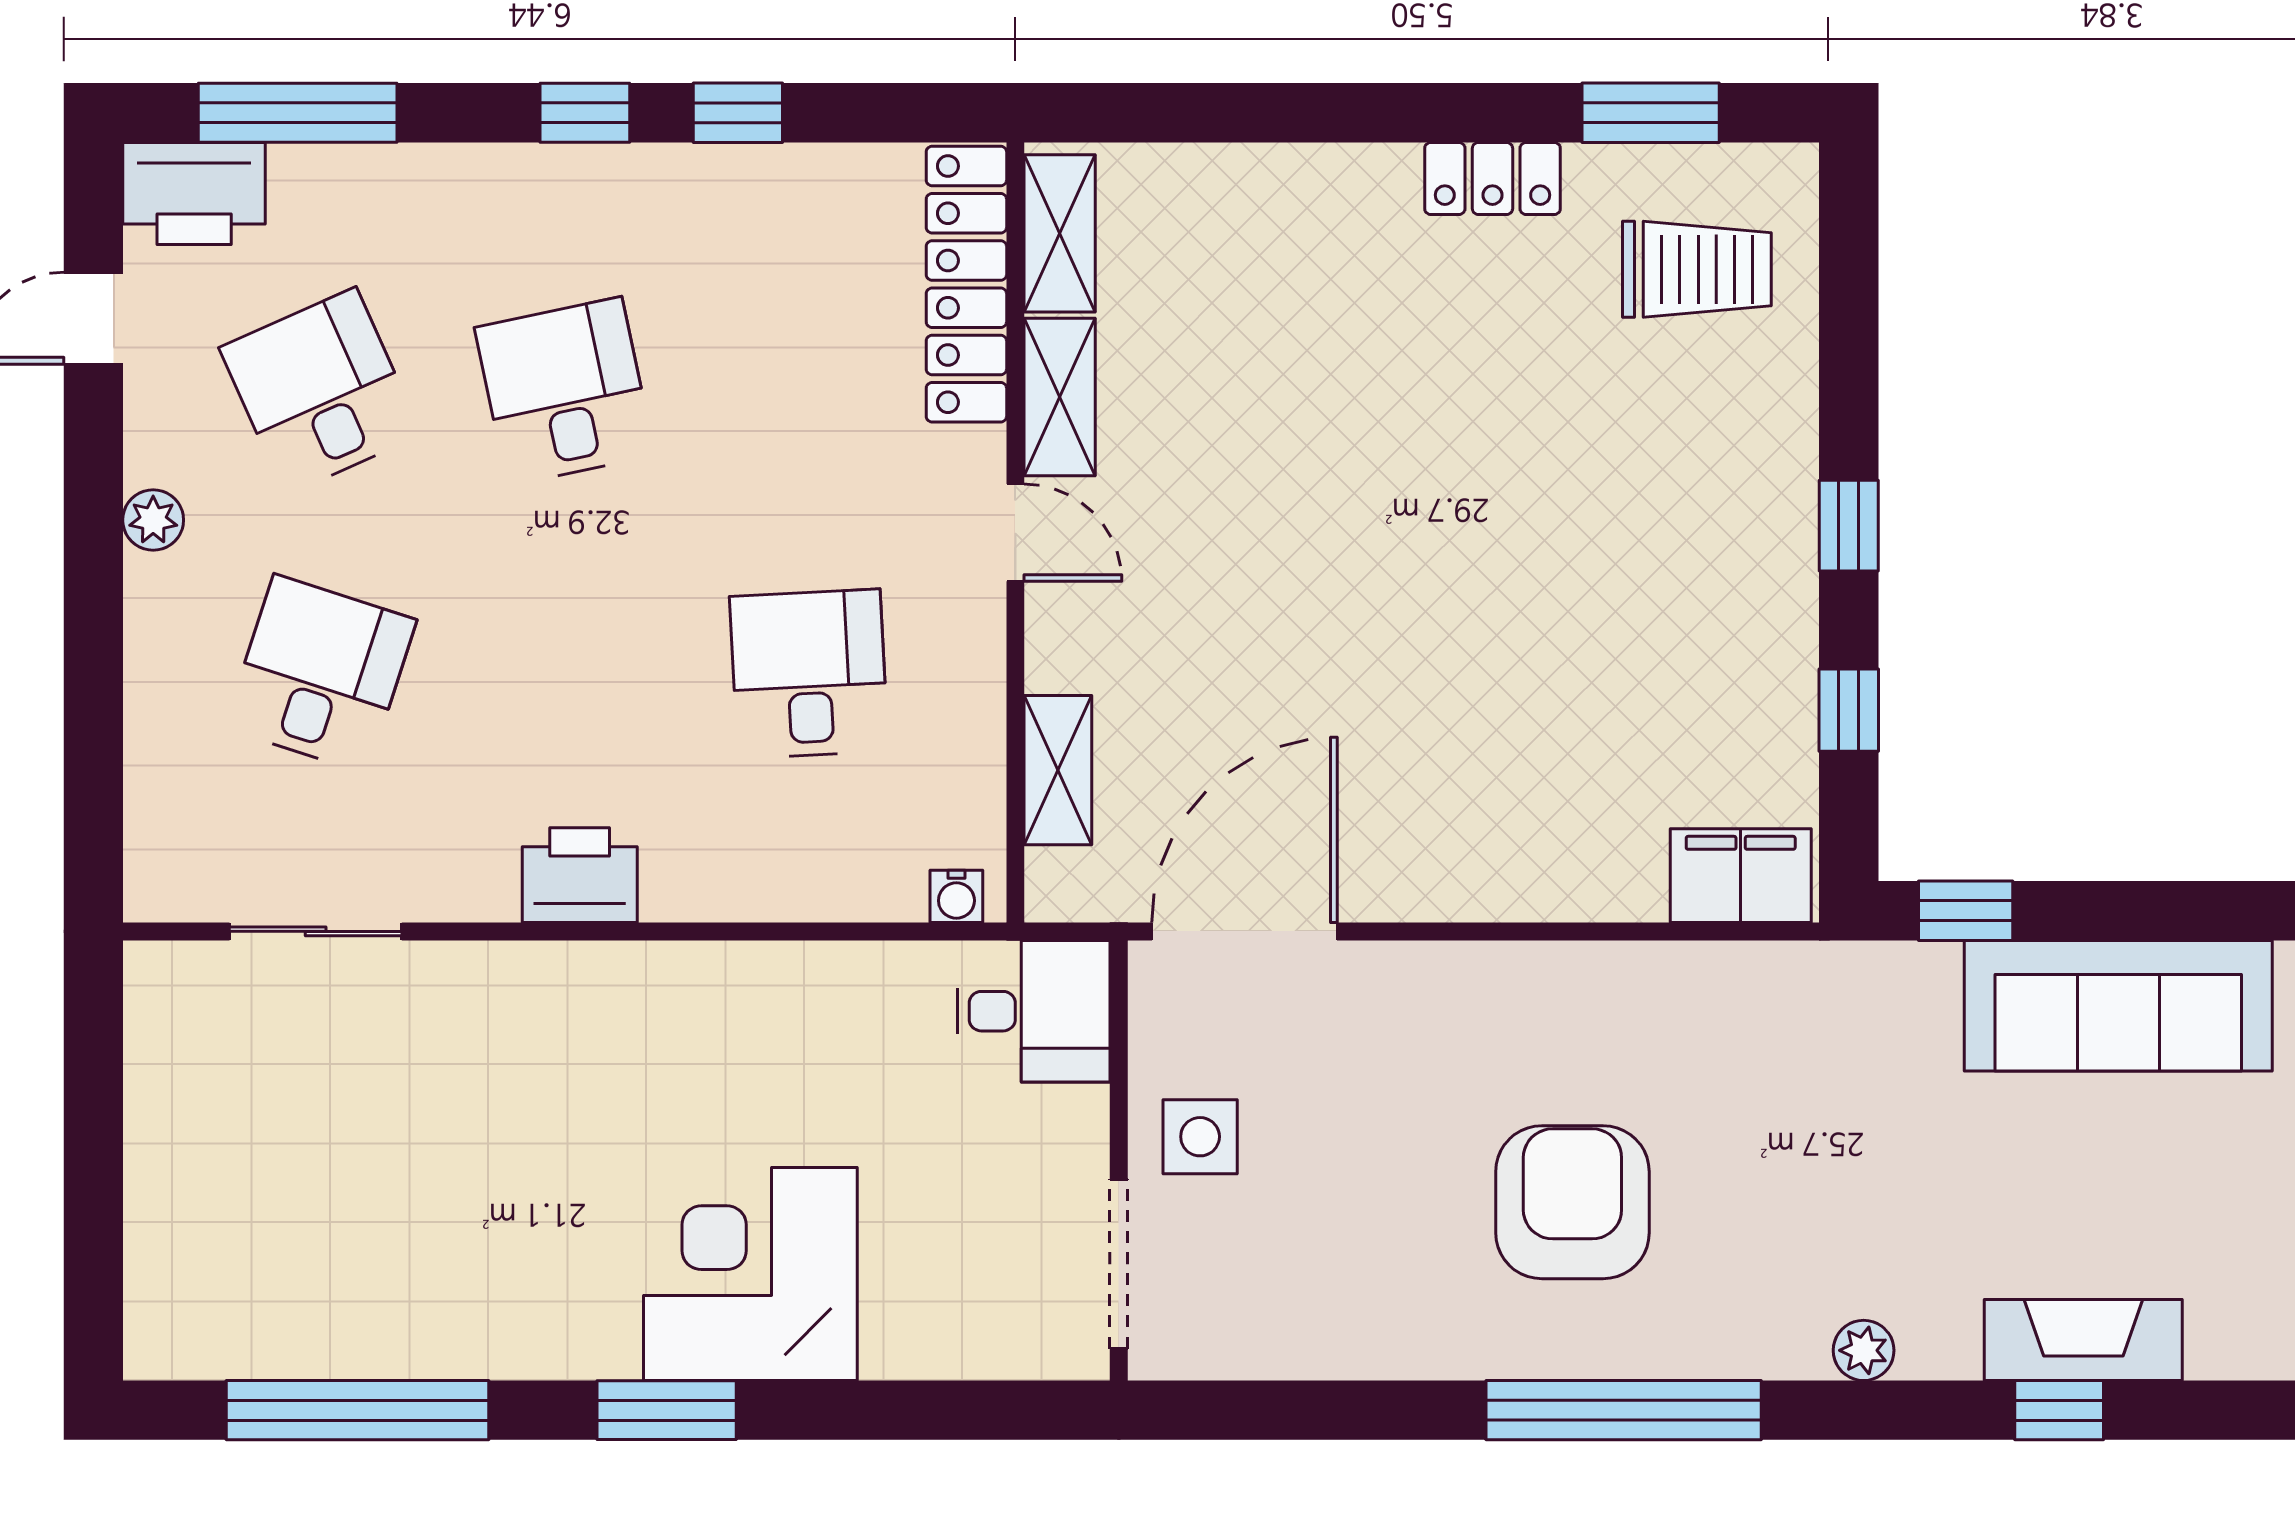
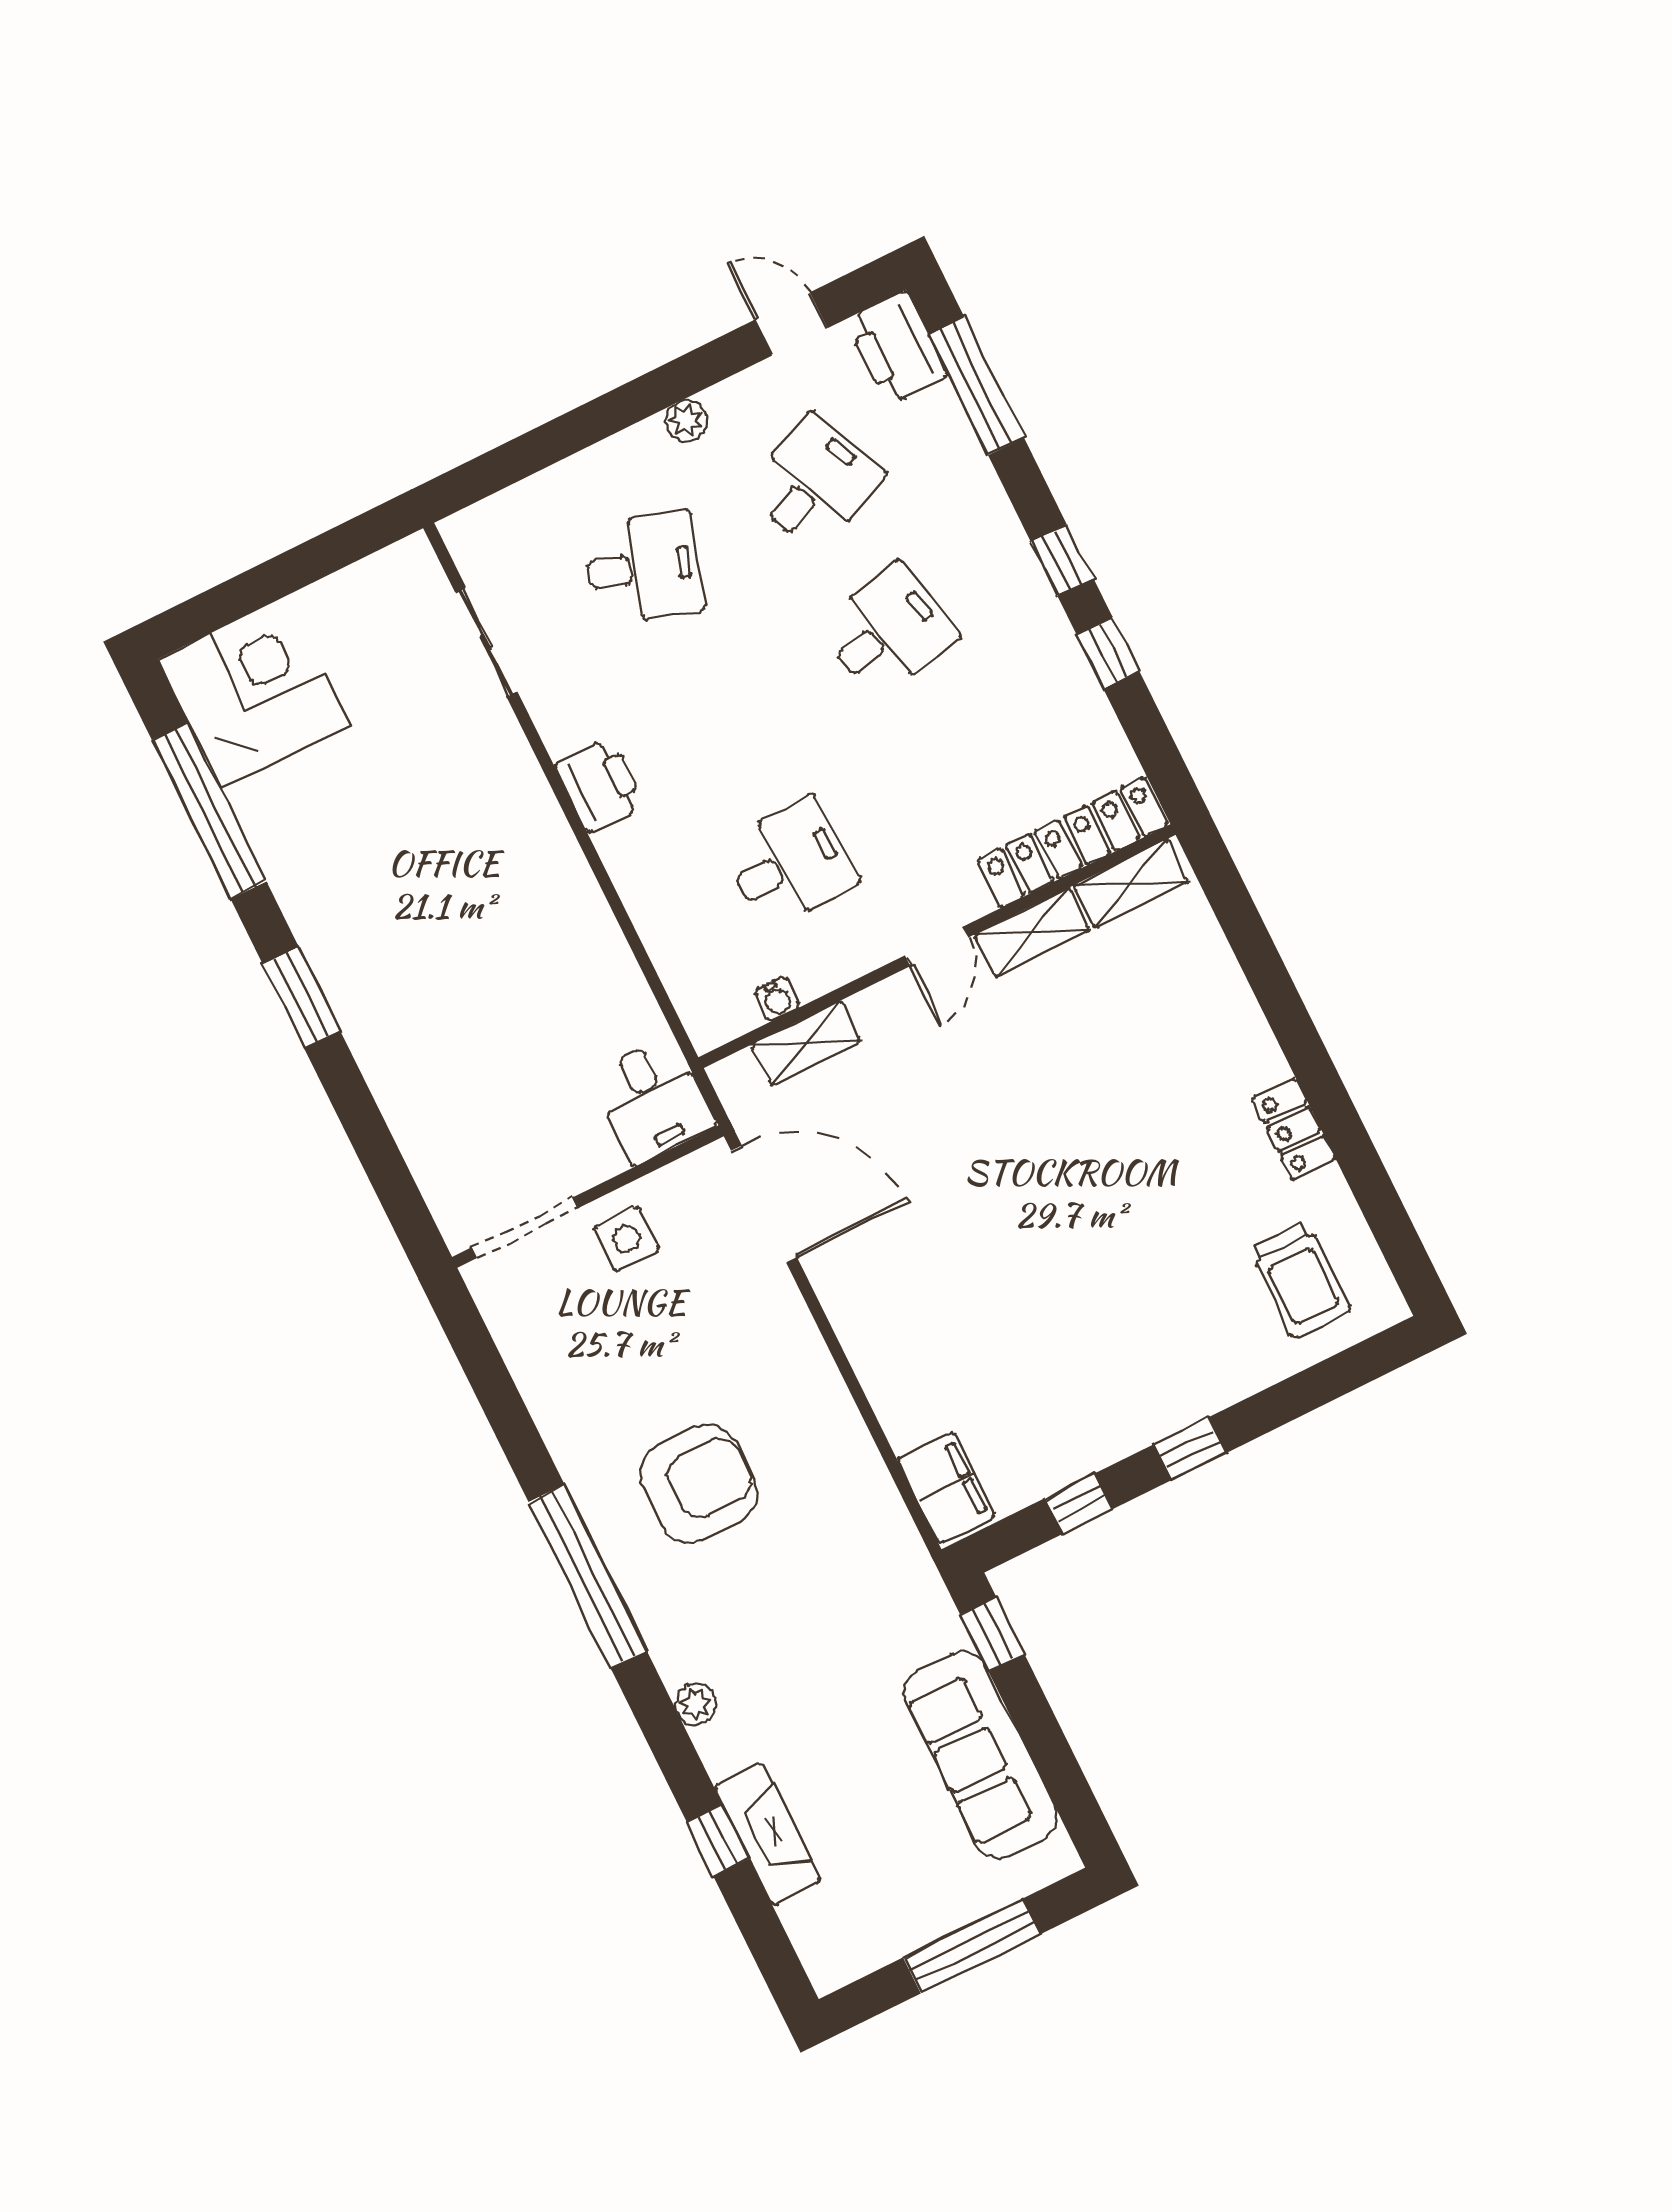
window: (1651, 113) -> (1381, 1205), removed
water cooler: (956, 896) -> (777, 999), moved, turned -90
corner desk: (750, 1274) -> (253, 692), moved

